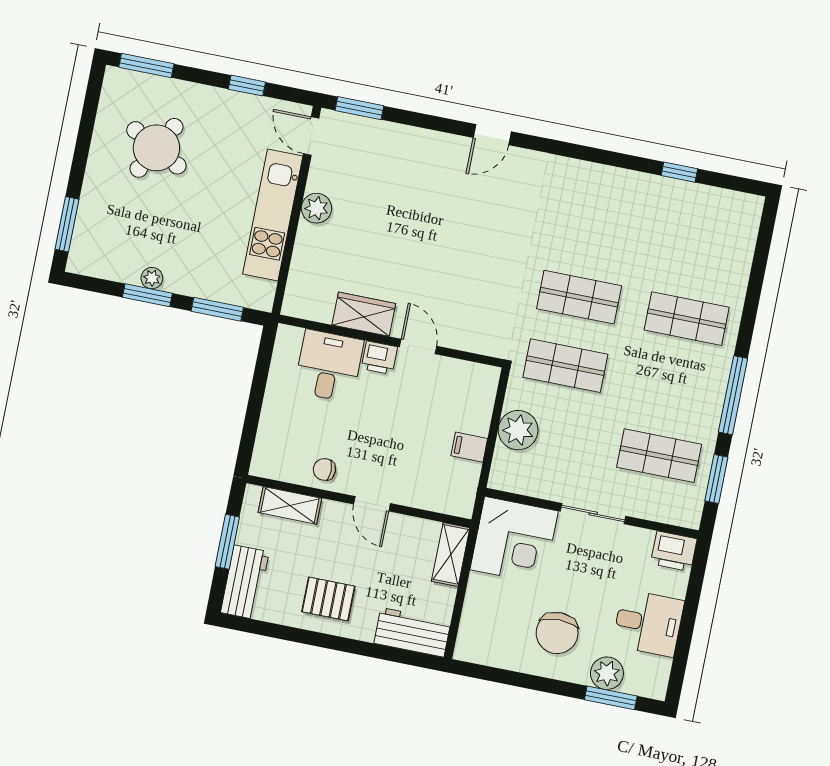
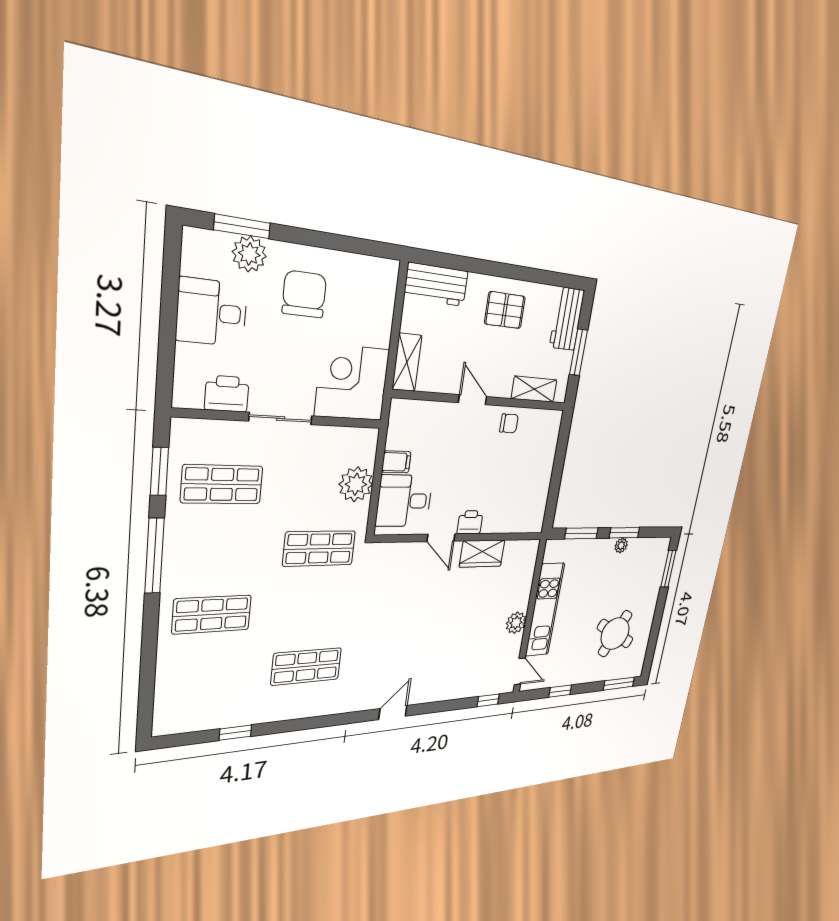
window: (359, 108) -> (488, 700), width x0.67
shop shelf: (579, 297) -> (306, 666), moved
desk: (329, 366) -> (404, 501), moved, turned 90
printer: (674, 551) -> (227, 394), moved

